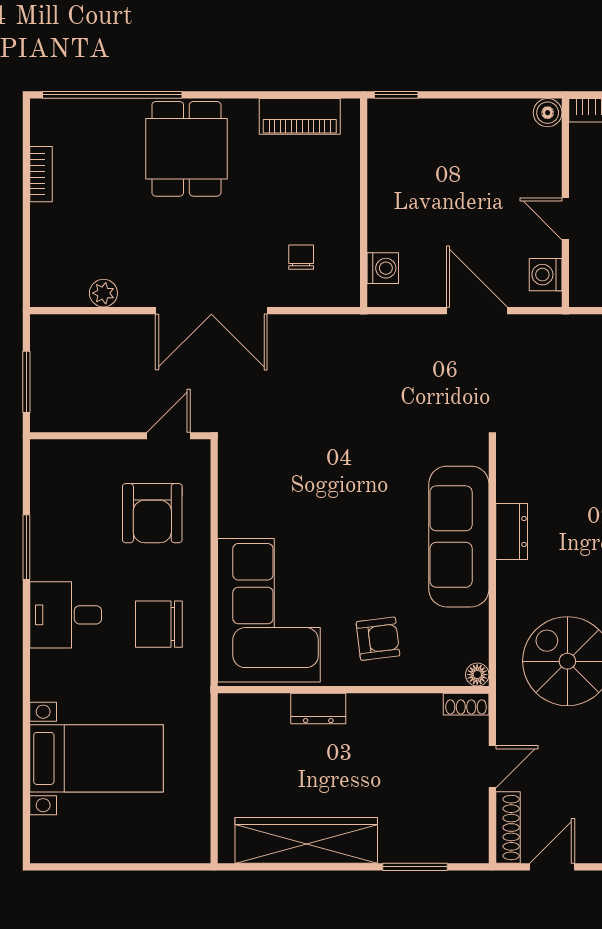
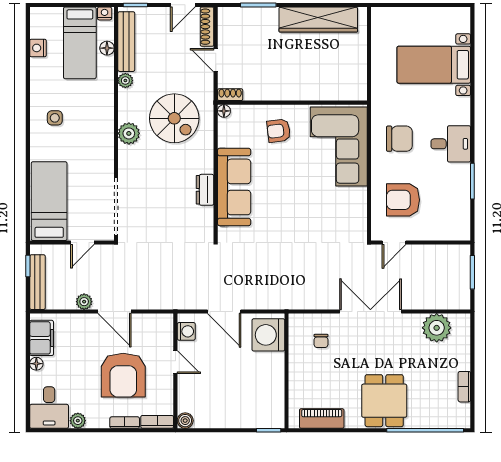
washing machine: (383, 268) -> (268, 335), width x1.89, depth x1.89
plant: (103, 293) -> (437, 328), width x1.88, depth x1.88
armchair: (152, 513) -> (403, 200), turned -90
dresser: (318, 709) -> (312, 92), removed
door: (492, 767) -> (216, 60), hinge flipped

